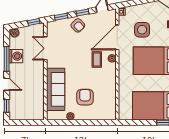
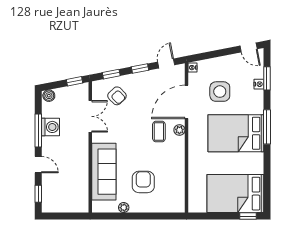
armchair: (78, 25) -> (117, 96), moved
double door: (45, 48) -> (90, 116), swing flipped

